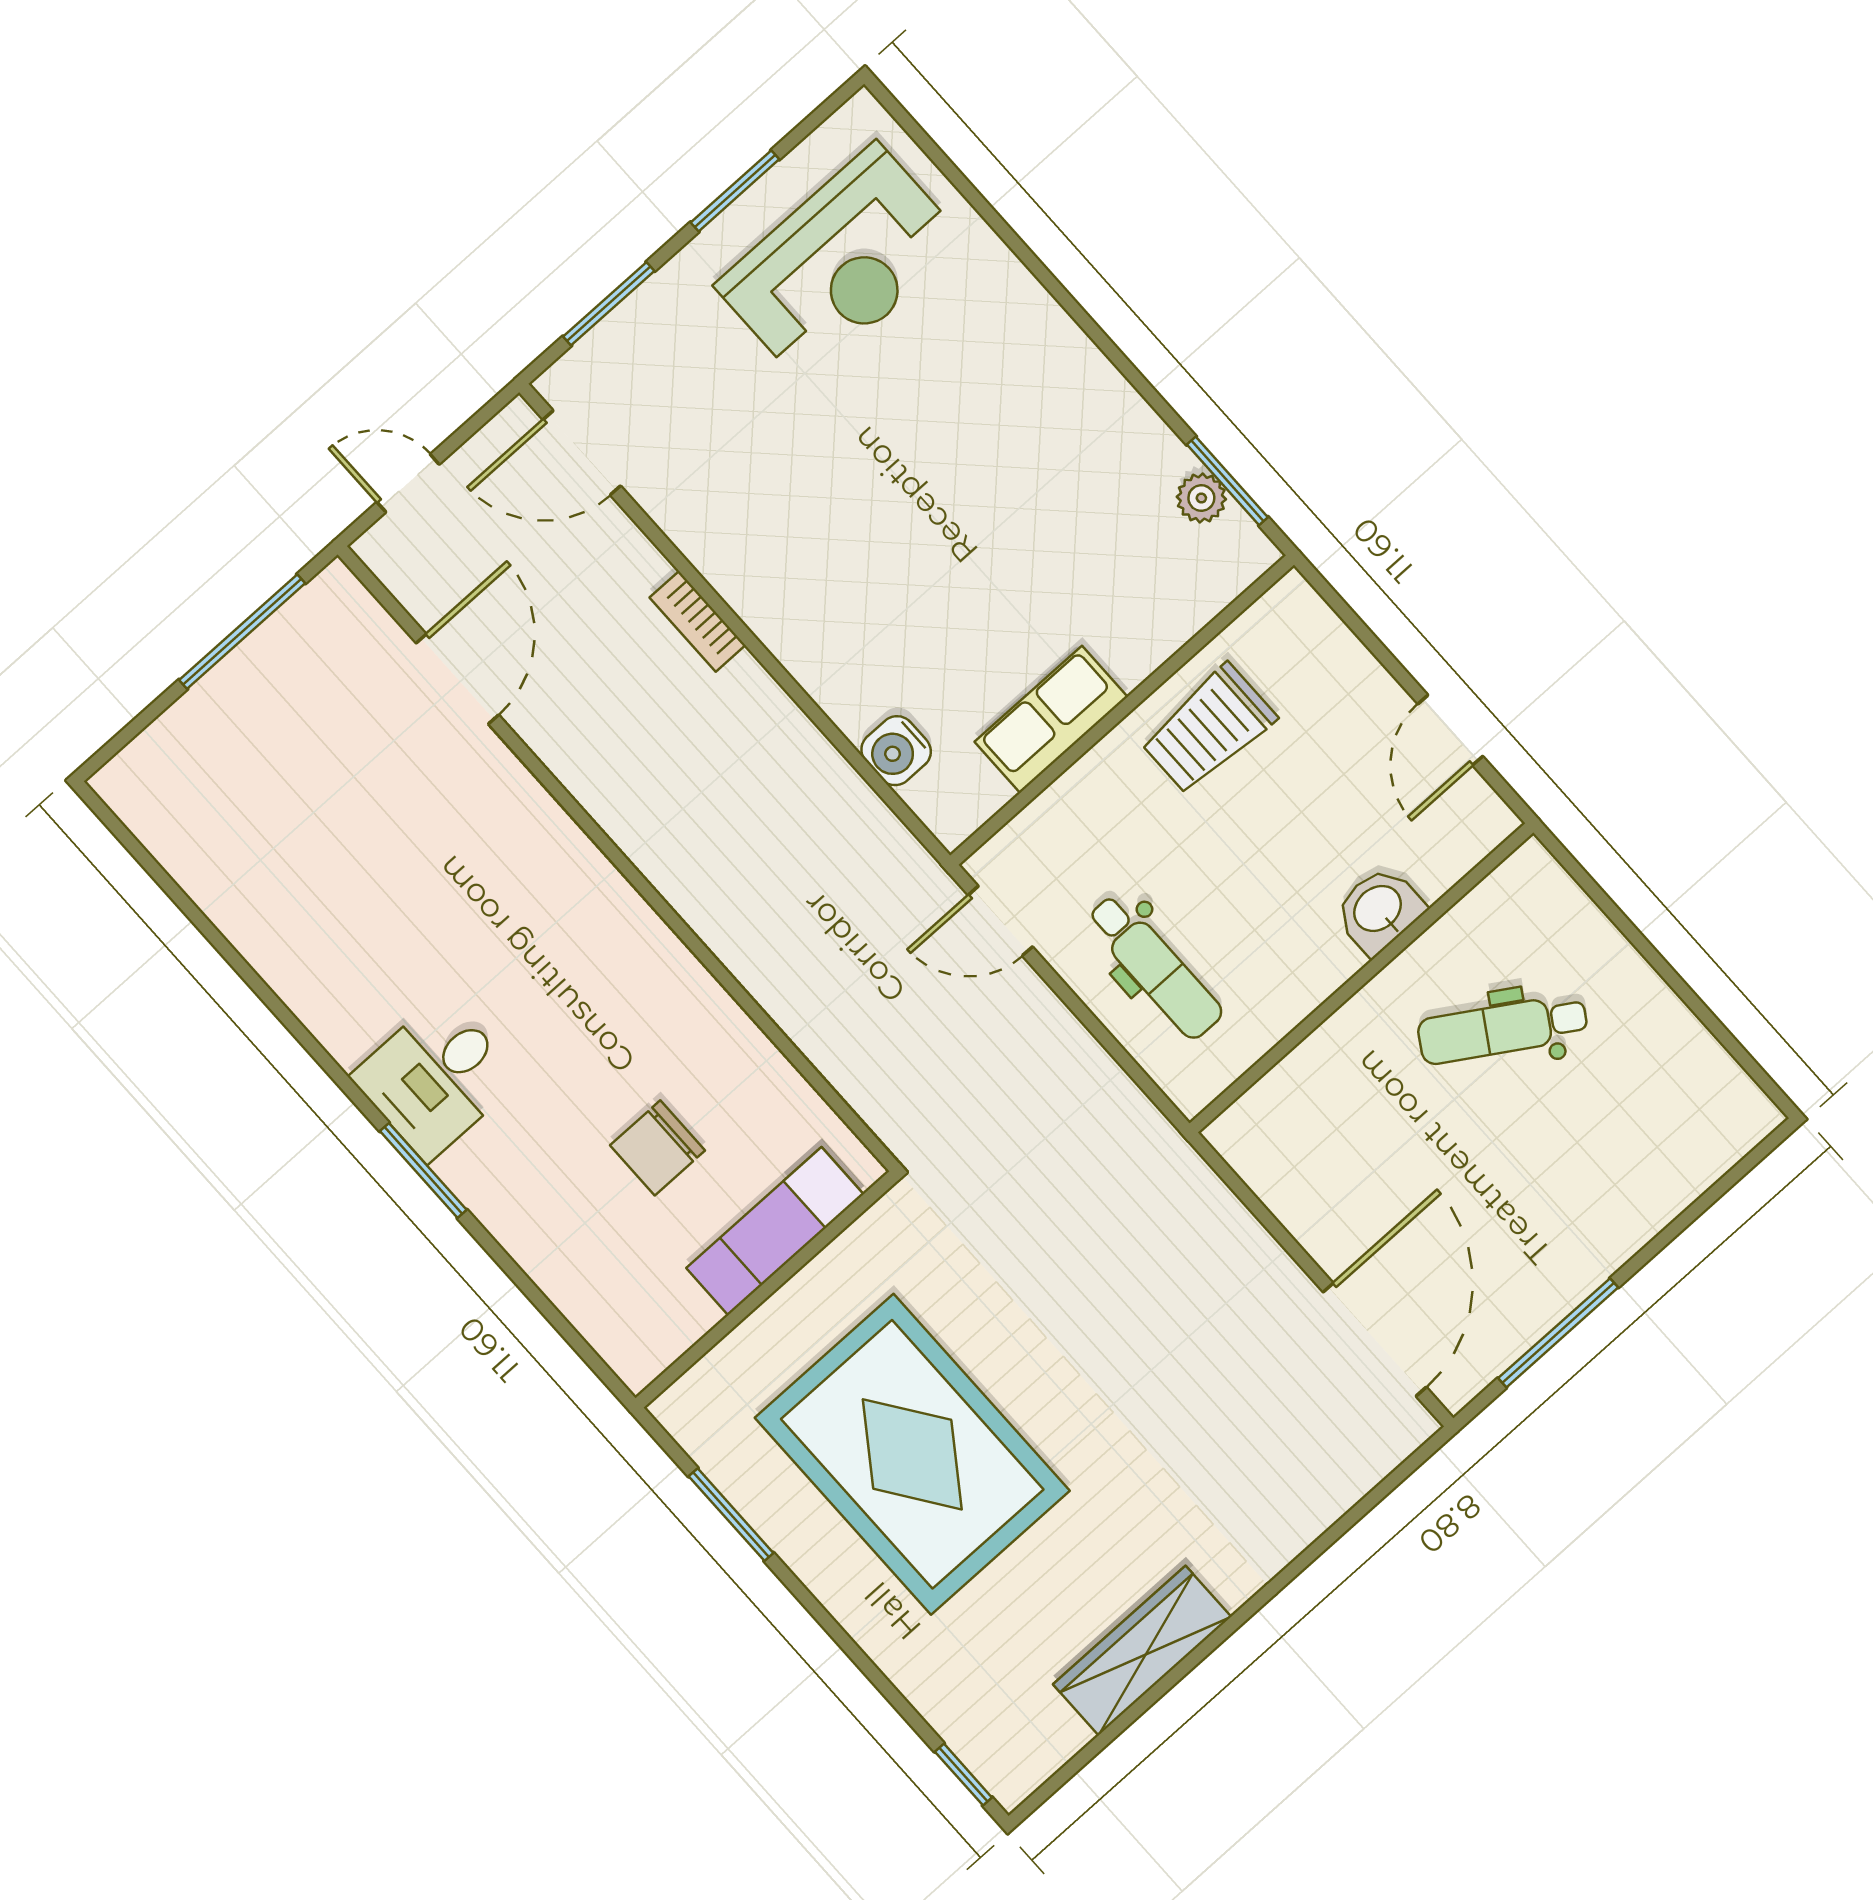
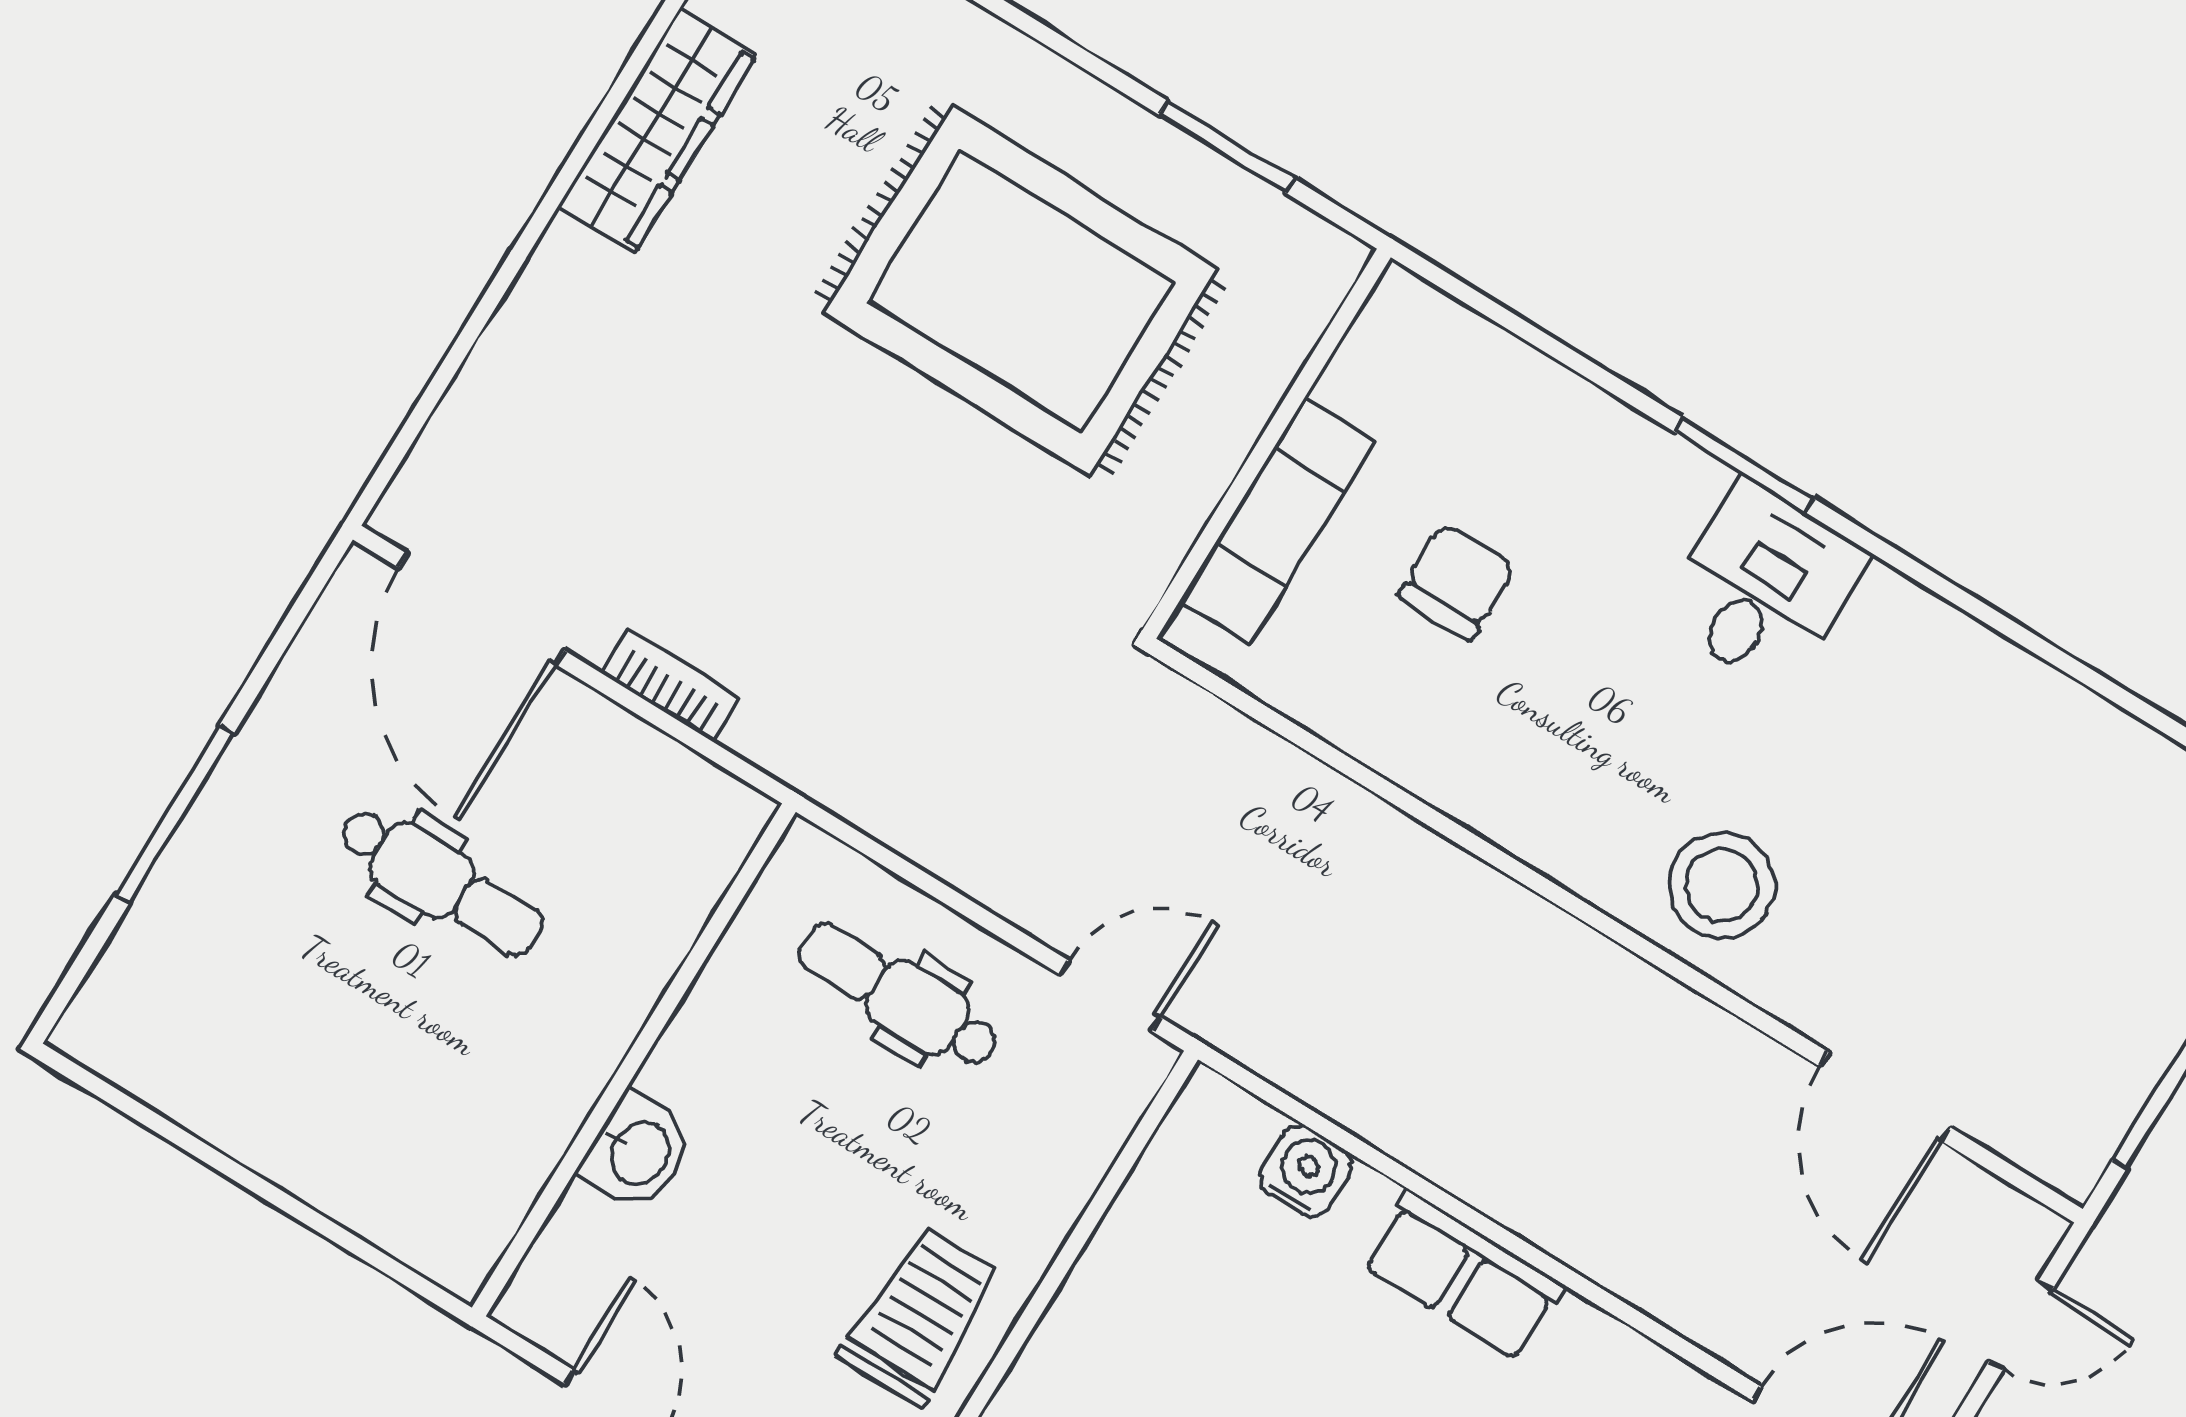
bookcase: (698, 621) -> (671, 685), moved
row of seats: (1051, 719) -> (1463, 1276), moved, turned 90
stool: (531, 869) -> (1722, 885), added
dental chair: (1503, 1029) -> (440, 881), moved, turned 58
window: (1558, 1333) -> (175, 814), moved

